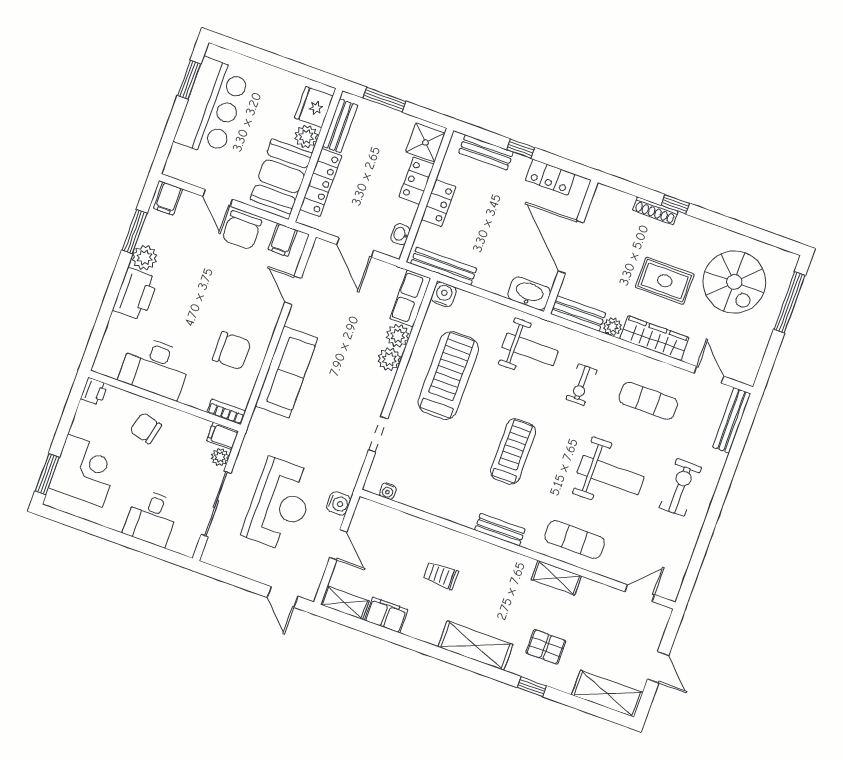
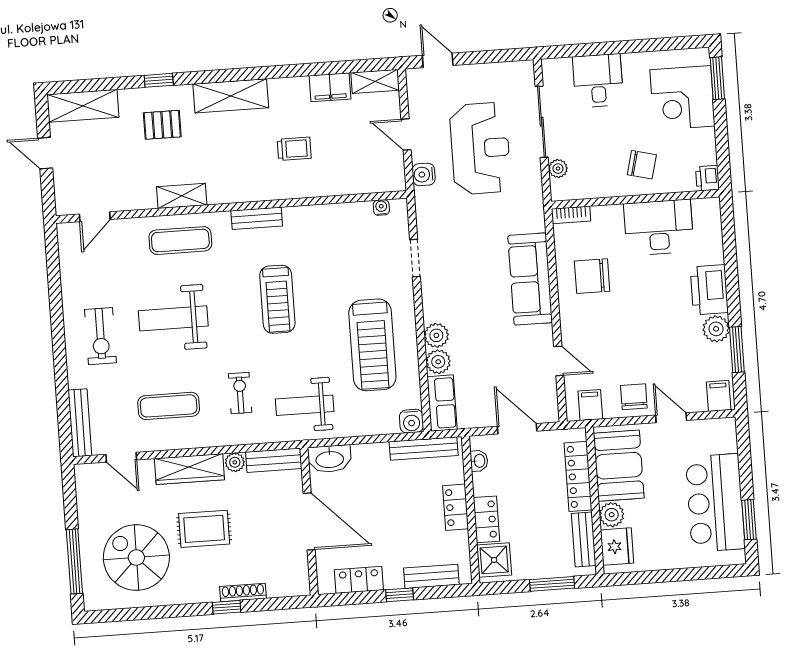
chair: (242, 230) -> (634, 397), width x0.73, depth x0.73
filing cabinet: (223, 436) -> (564, 190), removed
reception desk: (279, 504) -> (480, 148), turned 180

